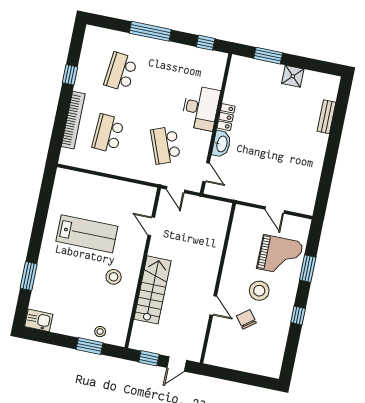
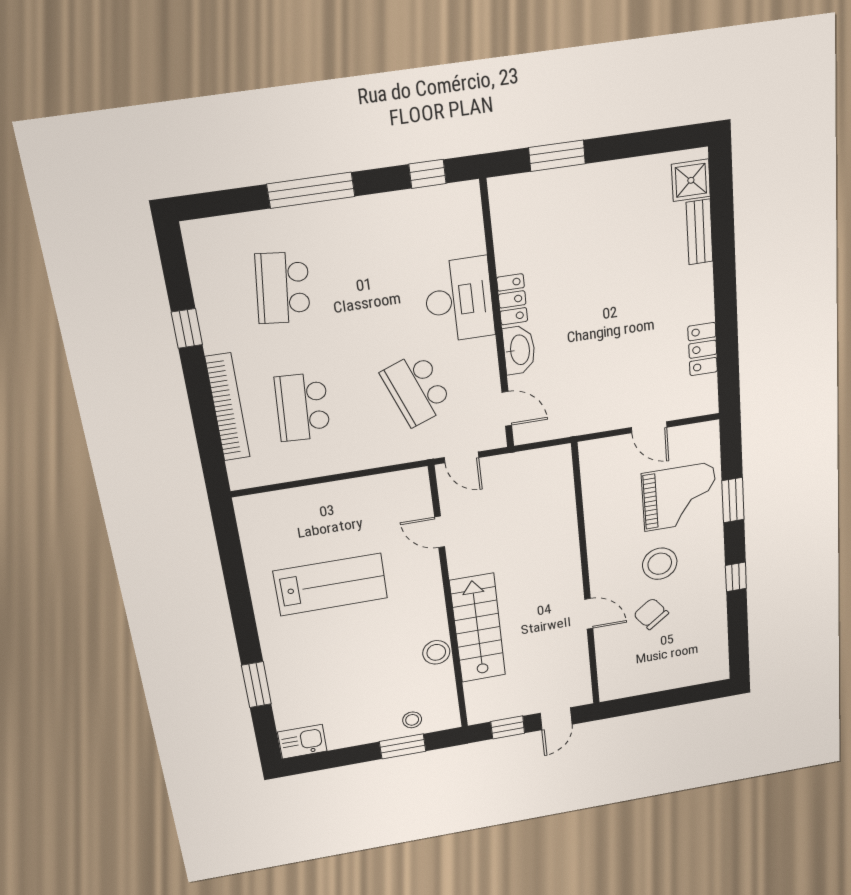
shower: (293, 76) -> (691, 180), moved
locker: (313, 178) -> (703, 349), added
stool: (114, 277) -> (436, 652), moved

